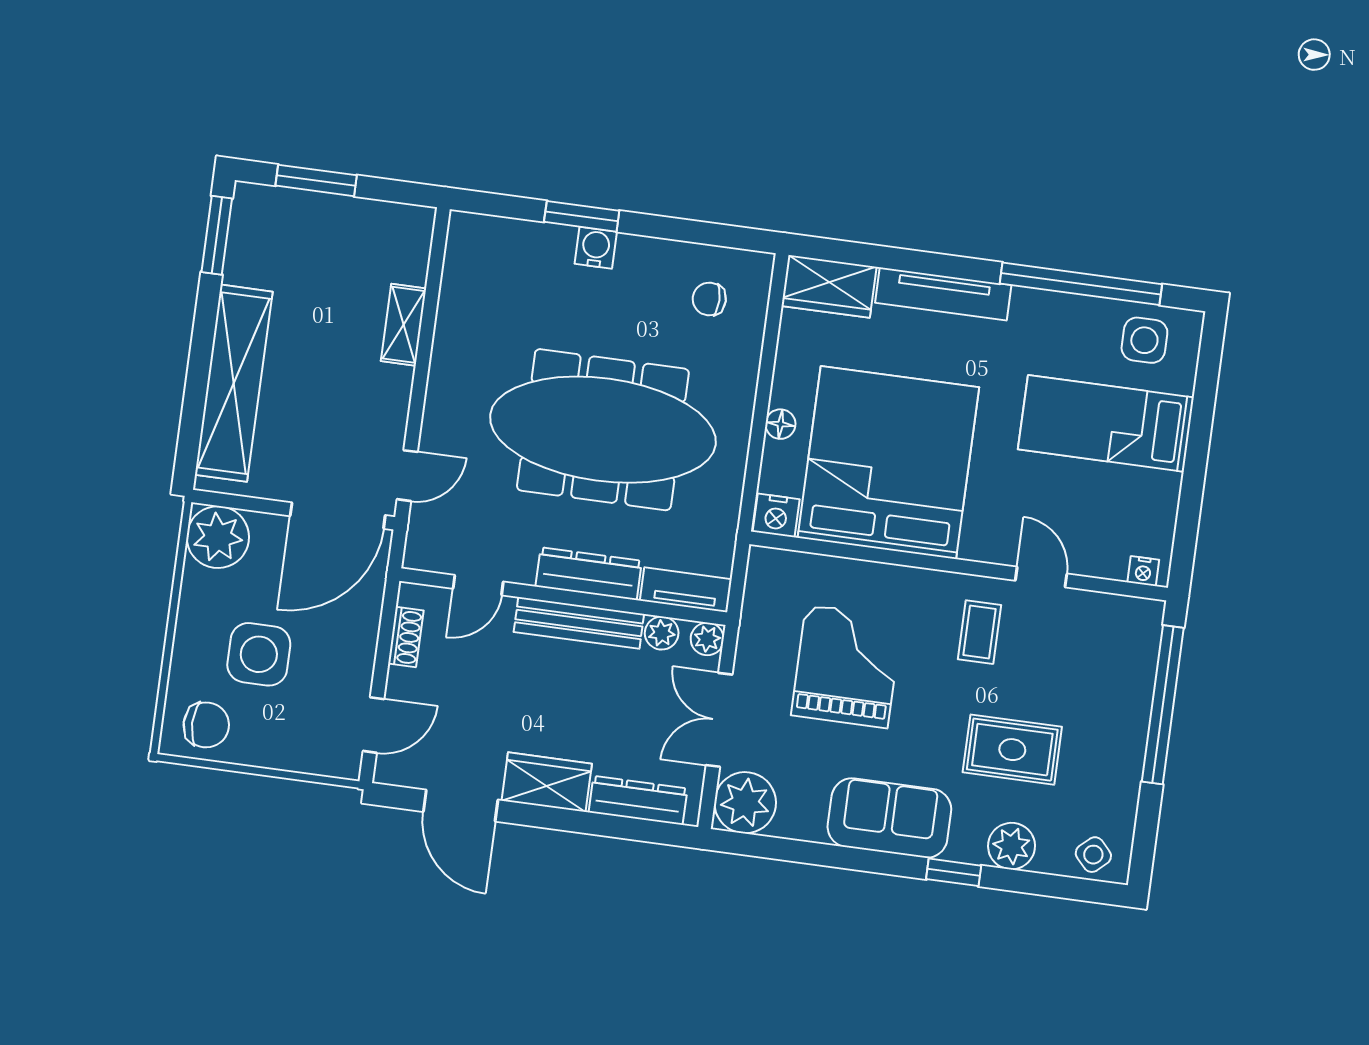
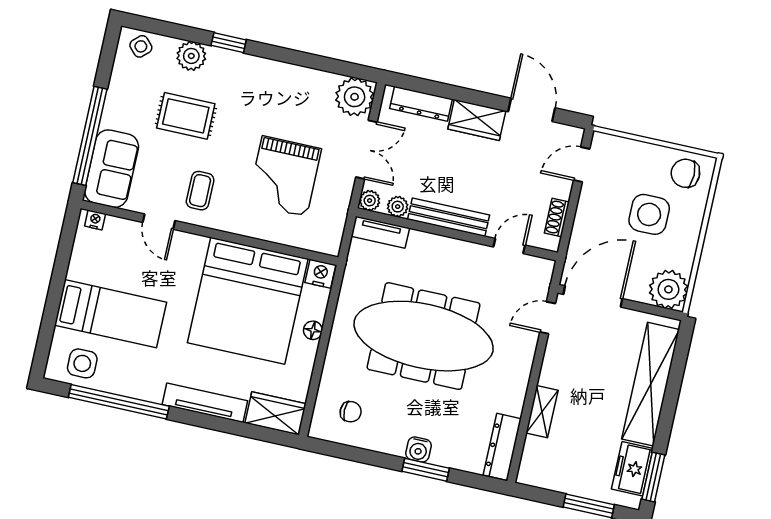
freezer: (252, 246) -> (632, 469), added
dresser: (589, 574) -> (502, 447), moved, turned 90
sofa: (889, 818) -> (112, 169), moved, turned -90

